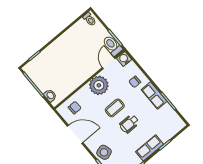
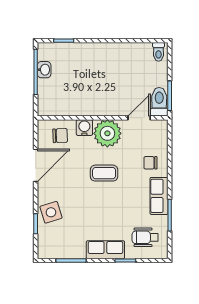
water cooler: (124, 59) -> (84, 128), moved
washbasin: (50, 96) -> (44, 70), moved
wheelchair: (129, 124) -> (145, 237), moved
door: (75, 134) -> (36, 165), hinge flipped

